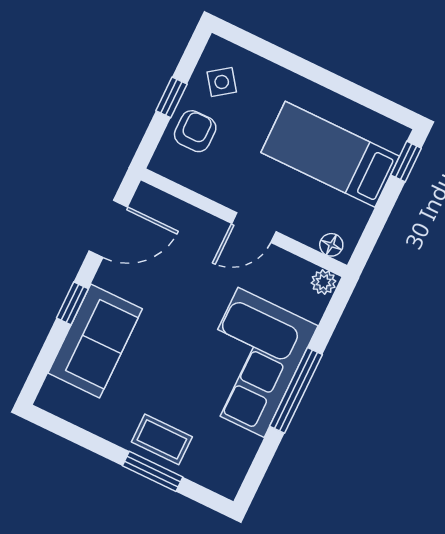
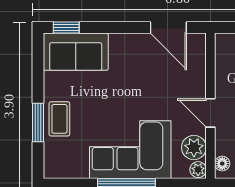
plant: (290, 273) -> (194, 147), added
window: (72, 303) -> (66, 28), moved
sofa: (95, 341) -> (76, 52), moved

